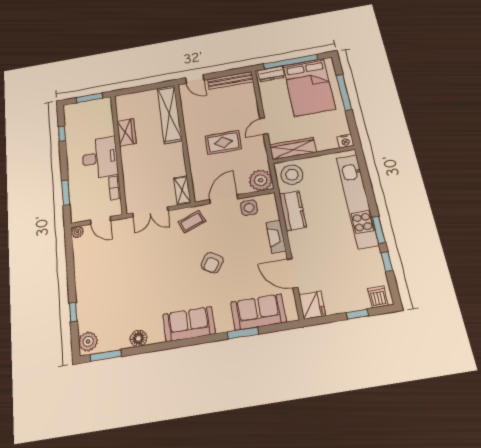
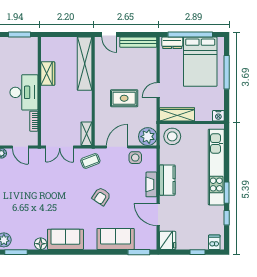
kitchen counter: (293, 211) -> (167, 180), moved
sofa: (258, 312) -> (116, 239), moved
sofa: (189, 324) -> (65, 239), moved
window: (243, 333) -> (139, 252), moved

